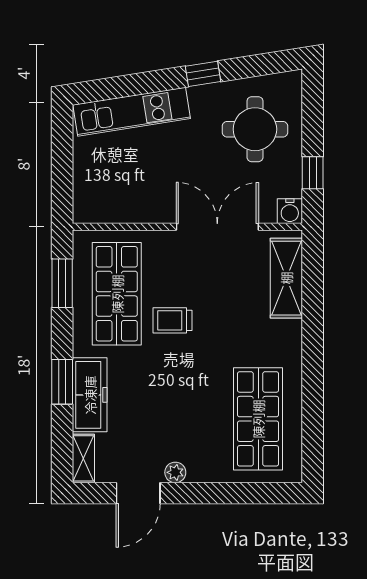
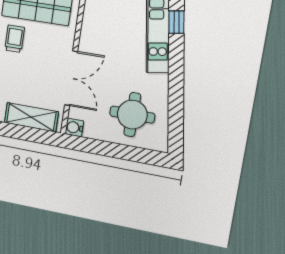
window: (203, 74) -> (176, 22), moved
window: (313, 173) -> (97, 147), removed

